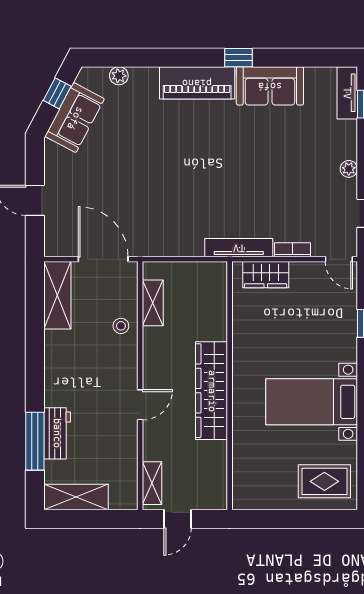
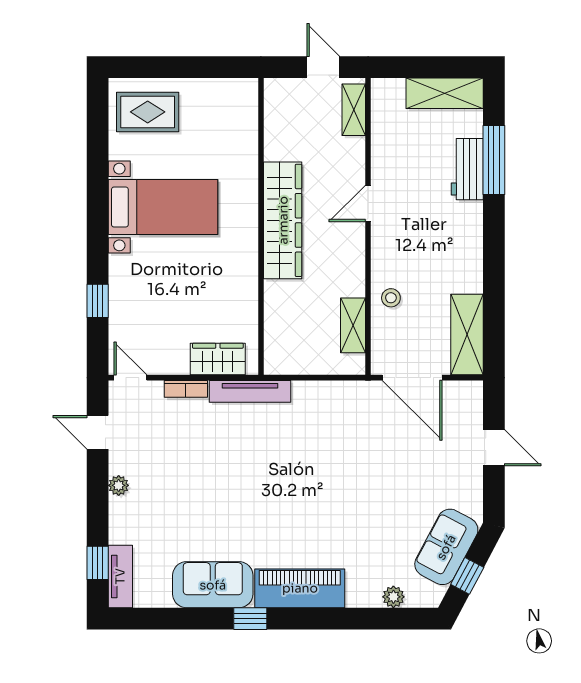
door: (178, 519) -> (323, 67), hinge flipped

